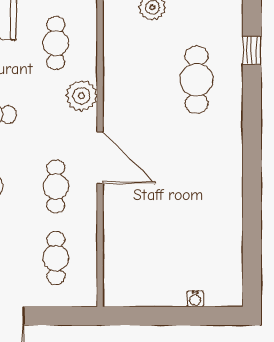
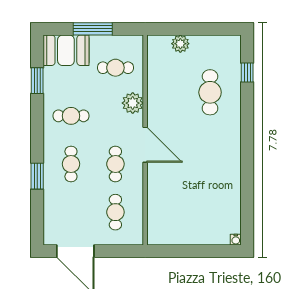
cafe table: (56, 43) -> (115, 68), turned 90
water cooler: (195, 299) -> (236, 240), moved

